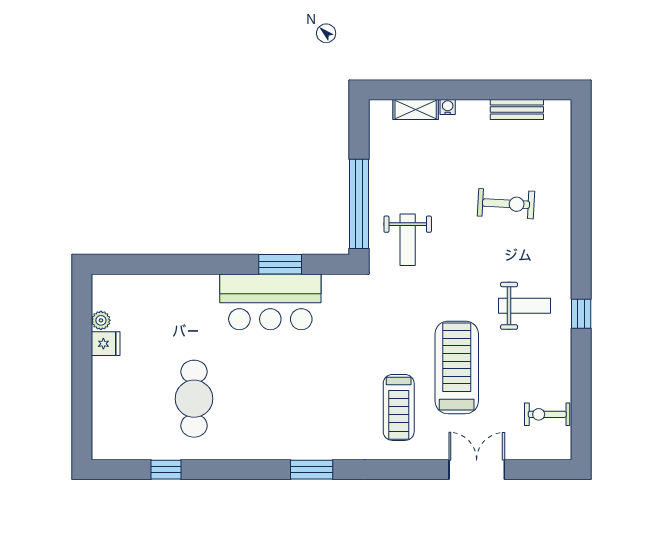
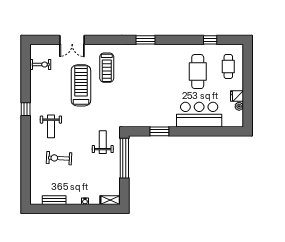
shelving: (416, 109) -> (110, 200), moved
bar counter: (270, 302) -> (199, 115), moved
weight bench: (525, 306) -> (51, 126), moved, turned -90
treadmill: (457, 367) -> (81, 85), turned 180
treadmill: (399, 407) -> (107, 68), turned 180
cafe table: (125, 410) -> (228, 66), added

